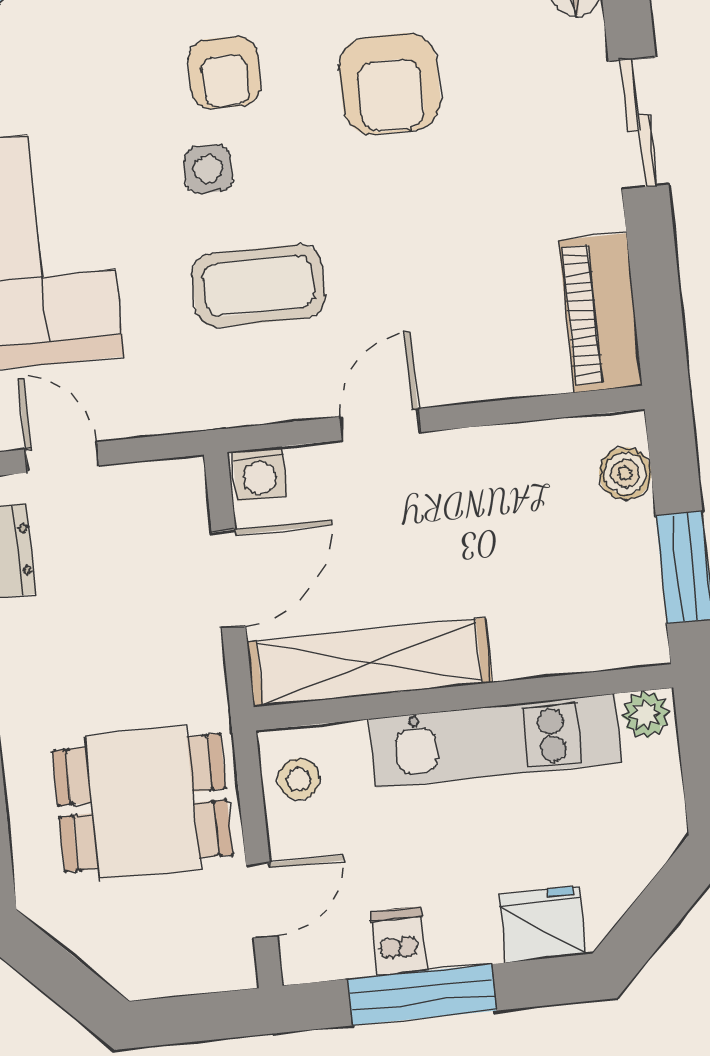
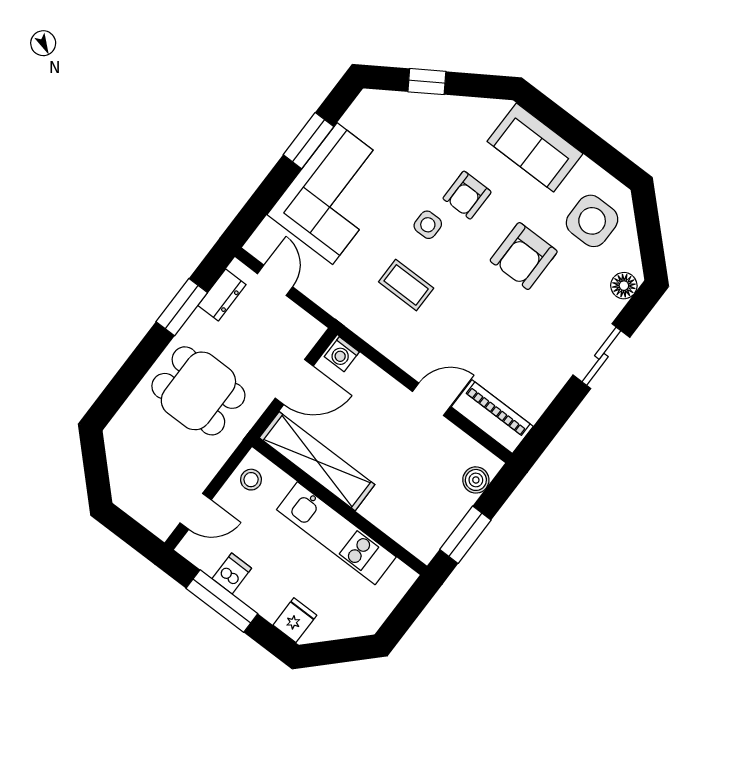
coffee table: (258, 286) -> (406, 285), width x0.73, depth x0.77
piano: (600, 313) -> (492, 417), moved, turned 90
door: (380, 425) -> (431, 399), moved
plant: (646, 714) -> (400, 575), removed
dining table: (142, 803) -> (198, 391), moved
fridge: (543, 924) -> (295, 620), width x0.72

